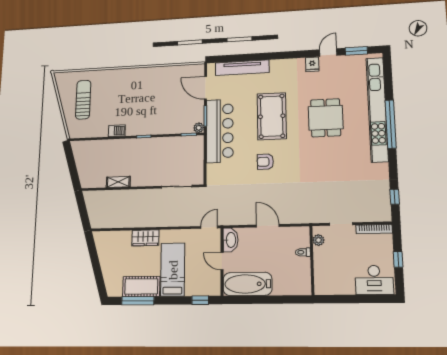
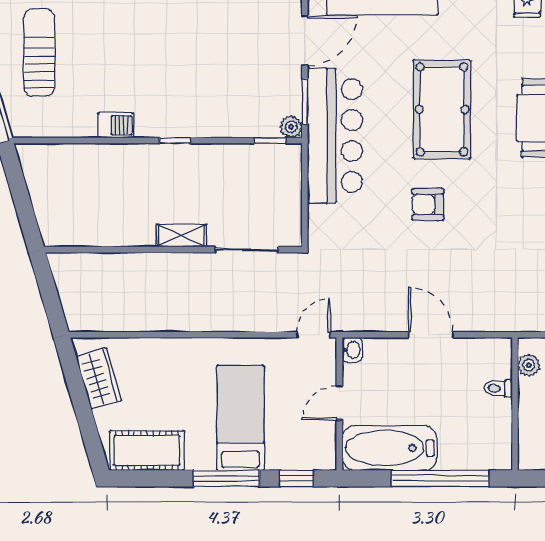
door: (205, 88) -> (305, 40), swing flipped
shelving: (118, 182) -> (181, 236), moved
wardrobe: (145, 238) -> (99, 378), moved, turned -106
washbasin: (231, 240) -> (352, 350), width x0.52, depth x0.69
door: (222, 261) -> (339, 403), hinge flipped
cot: (141, 286) -> (147, 450), moved
window: (274, 300) -> (440, 478), added
window: (138, 301) -> (226, 478), moved

